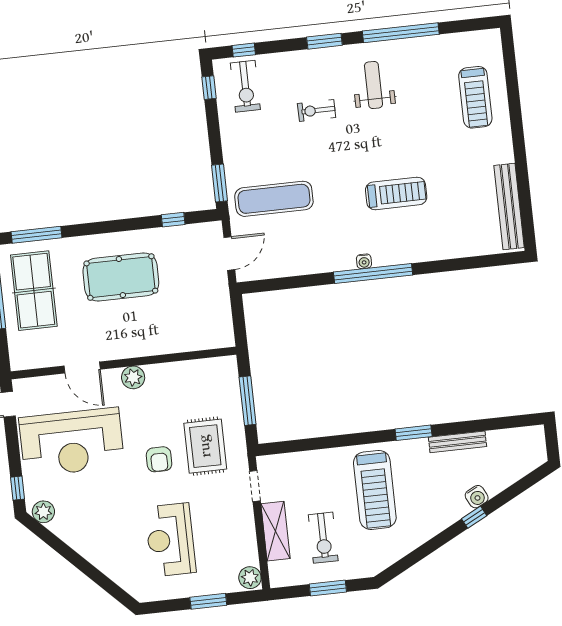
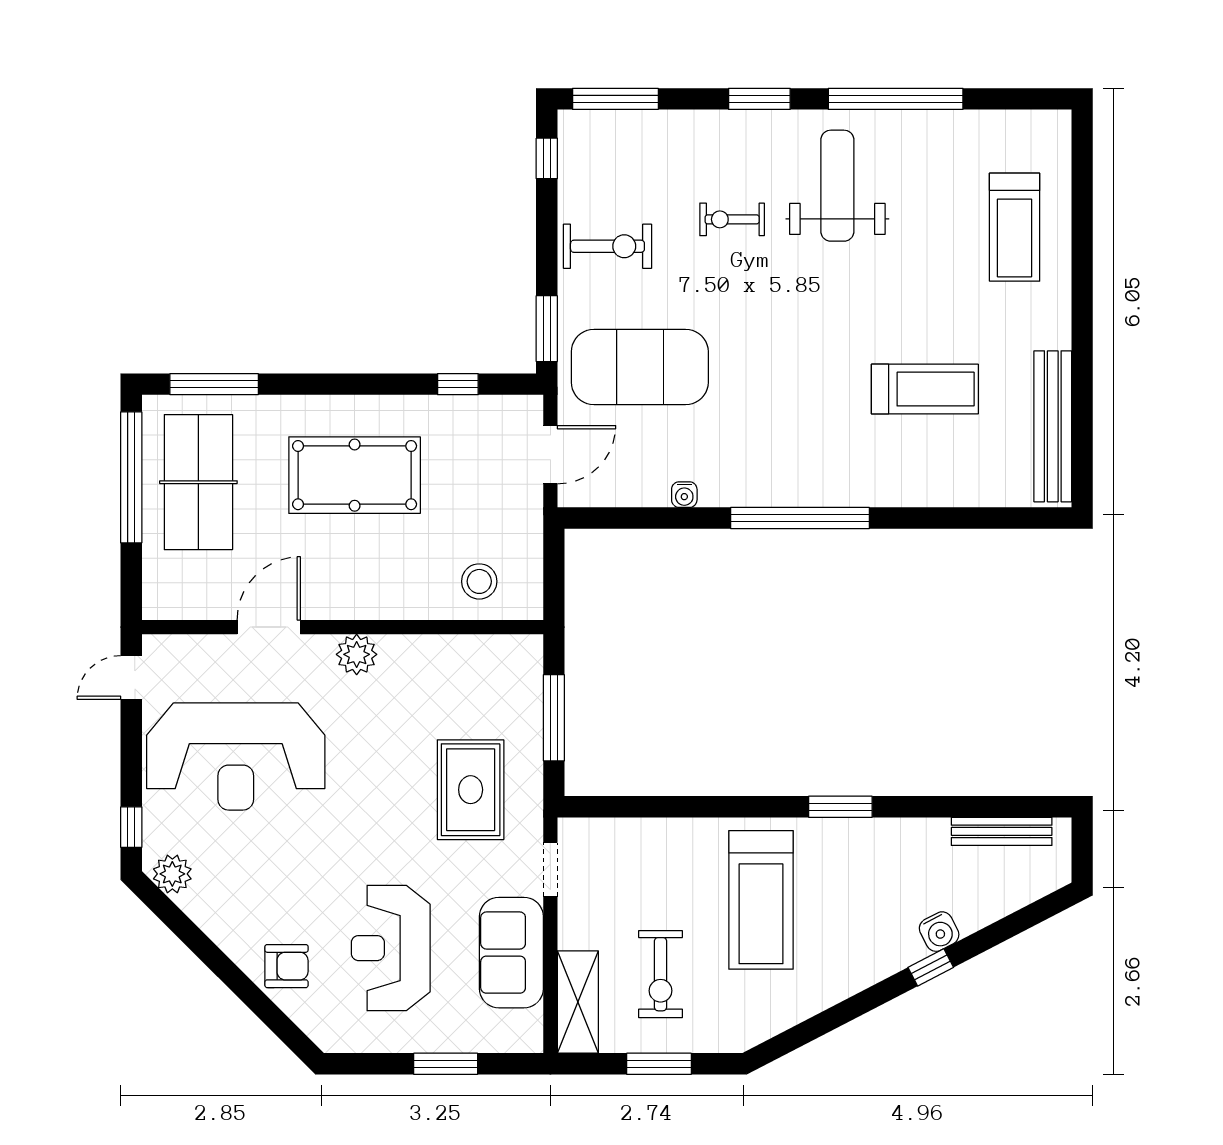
window: (244, 50) -> (615, 99), width x2.17
weight bench: (373, 85) -> (837, 186), width x1.36, depth x1.33
exercise bike: (245, 86) -> (607, 246), moved, turned -90
treadmill: (396, 193) -> (925, 389), moved
exercise mat: (274, 199) -> (640, 367), width x1.47
water cooler: (364, 261) -> (684, 495), moved
stool: (197, 329) -> (479, 581), added
door: (82, 368) -> (269, 627), swing flipped
bench: (457, 442) -> (1002, 831), moved
armchair: (159, 459) -> (286, 966), moved, turned -90
shelving: (276, 531) -> (578, 1002), moved
sofa: (238, 535) -> (511, 953), added
plant: (250, 578) -> (524, 1030), removed

